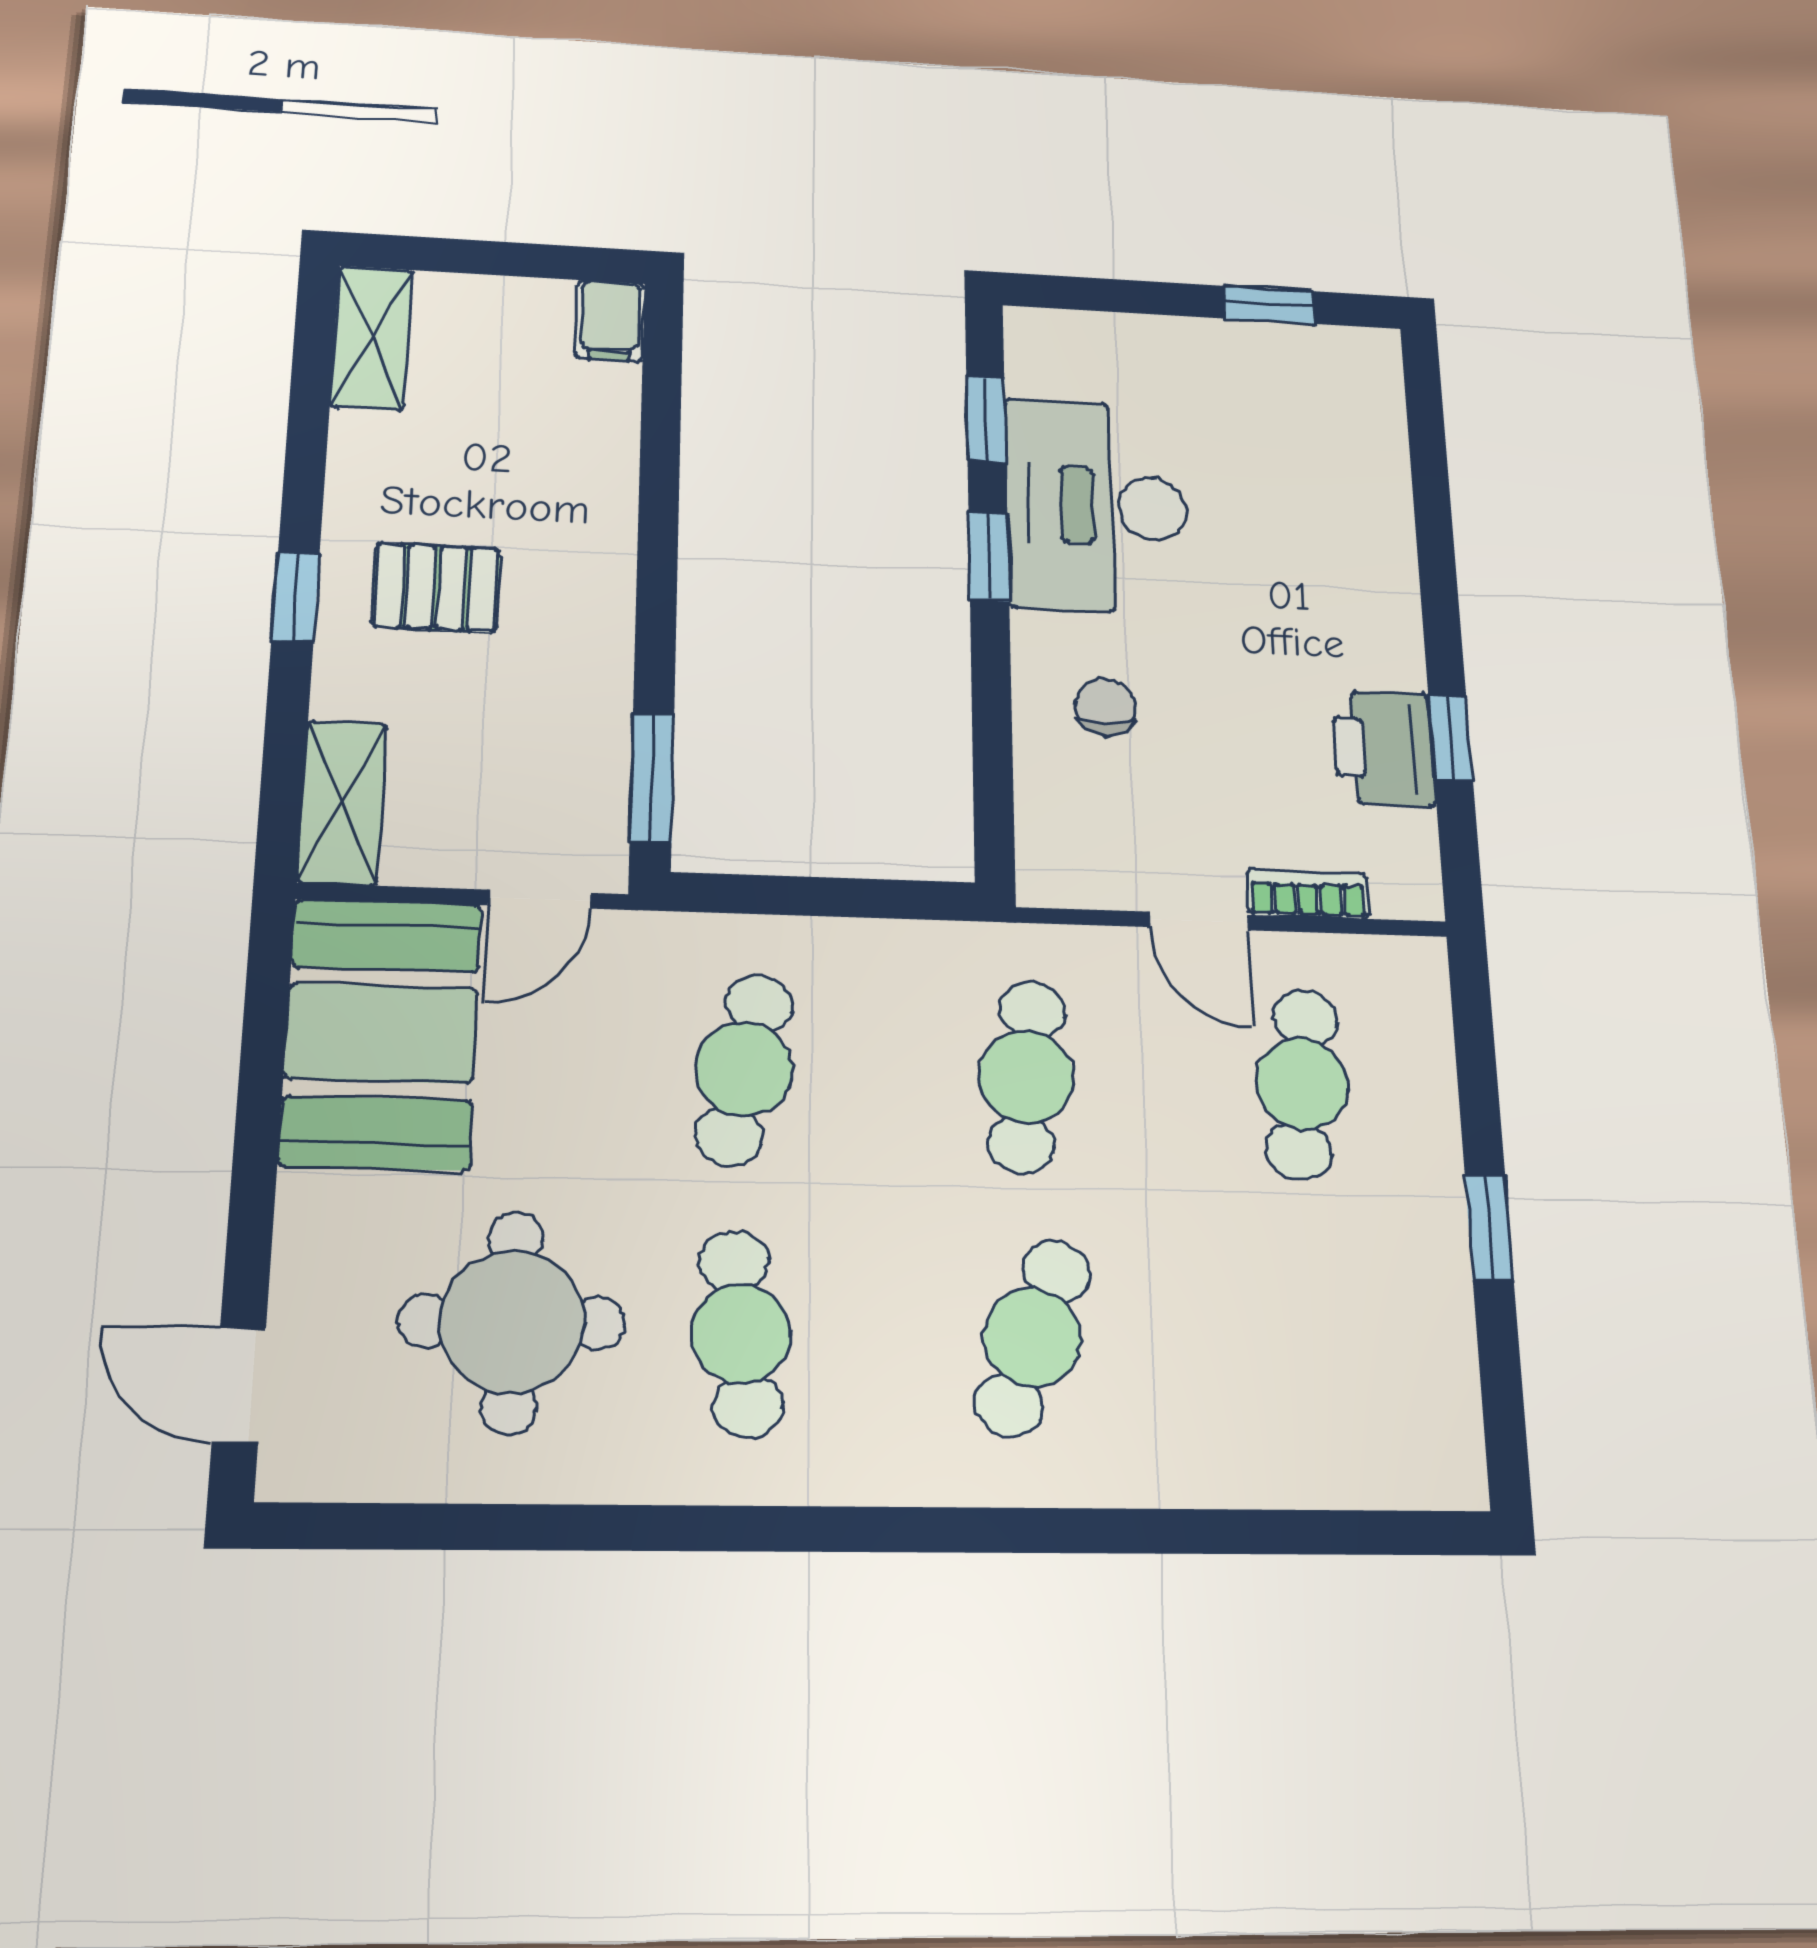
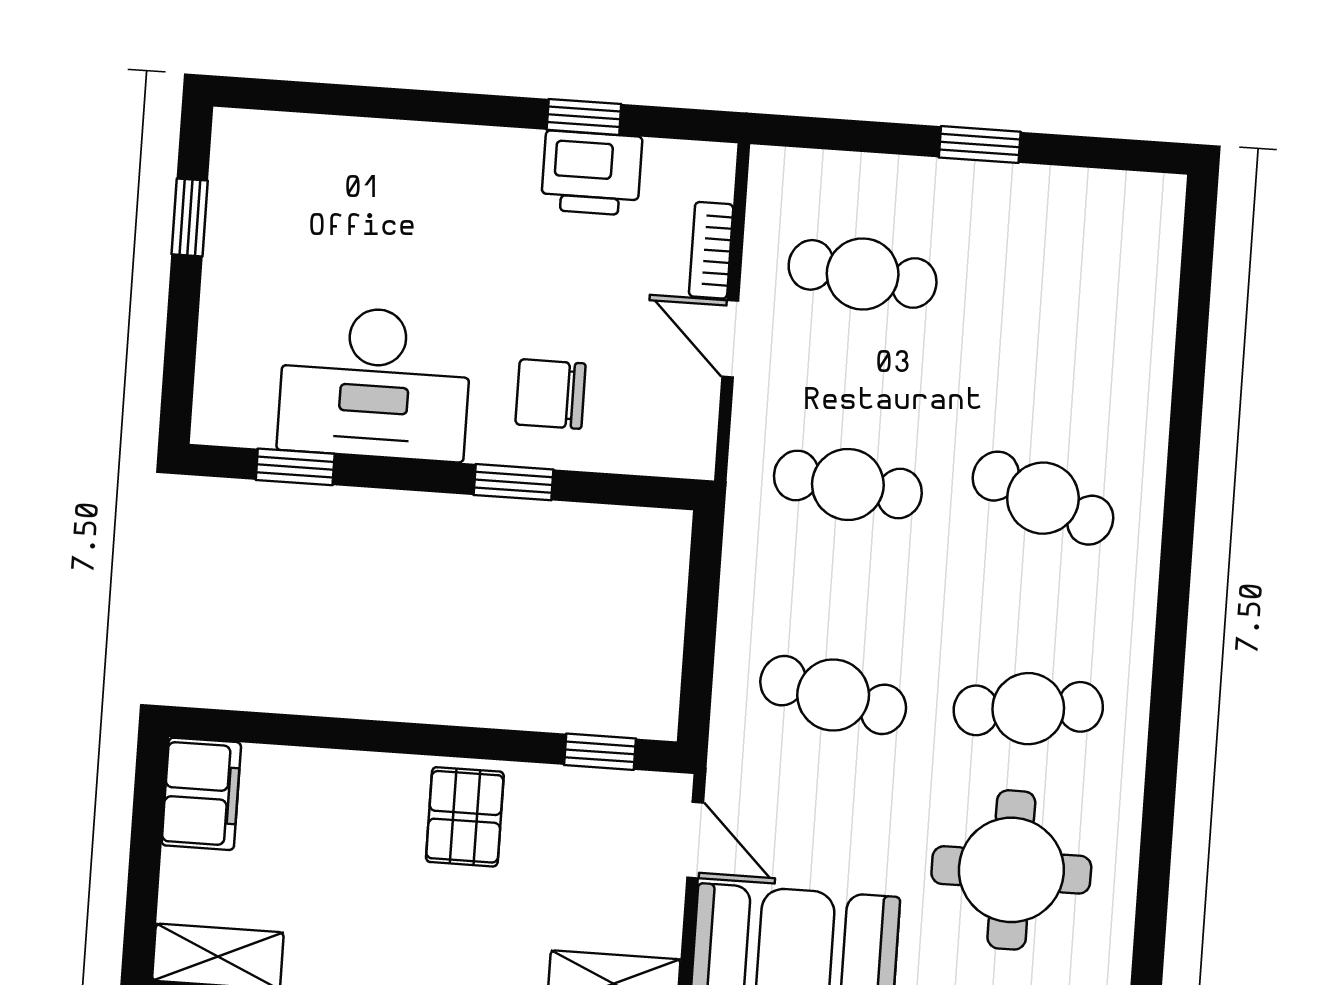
filing cabinet: (610, 321) -> (201, 794), width x2.00
window: (989, 556) -> (513, 482), moved
pallet: (436, 588) -> (465, 817), moved
chair: (1105, 707) -> (551, 394), width x1.37, depth x1.37
window: (652, 778) -> (600, 752), width x0.67
door: (1199, 921) -> (730, 339), swing flipped

